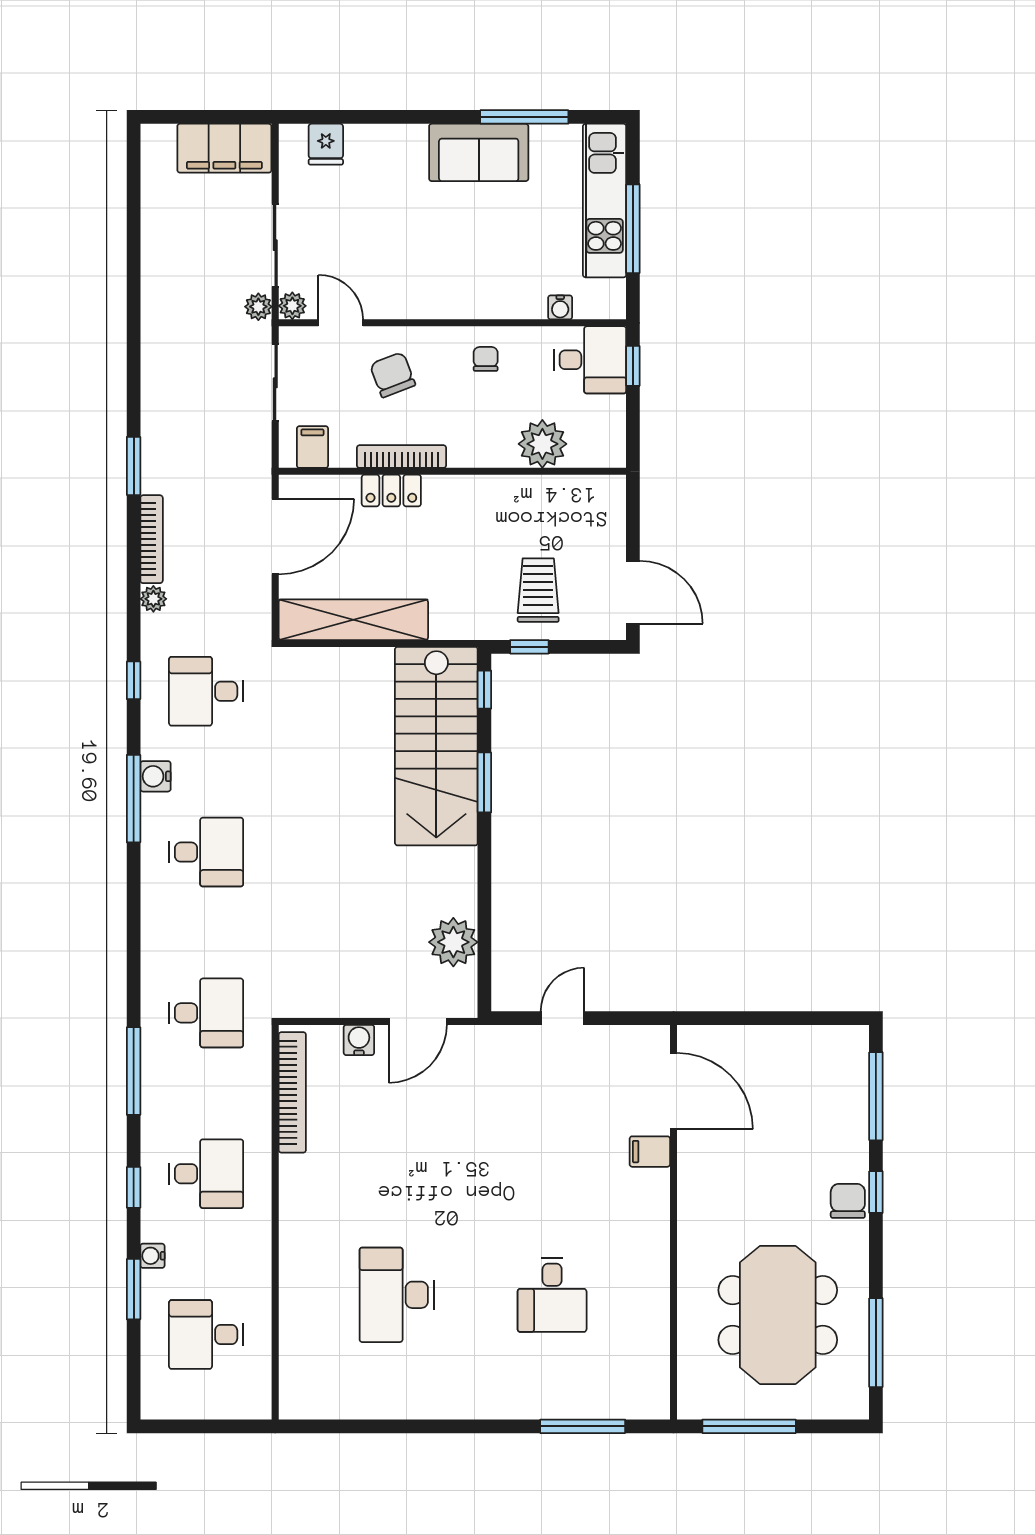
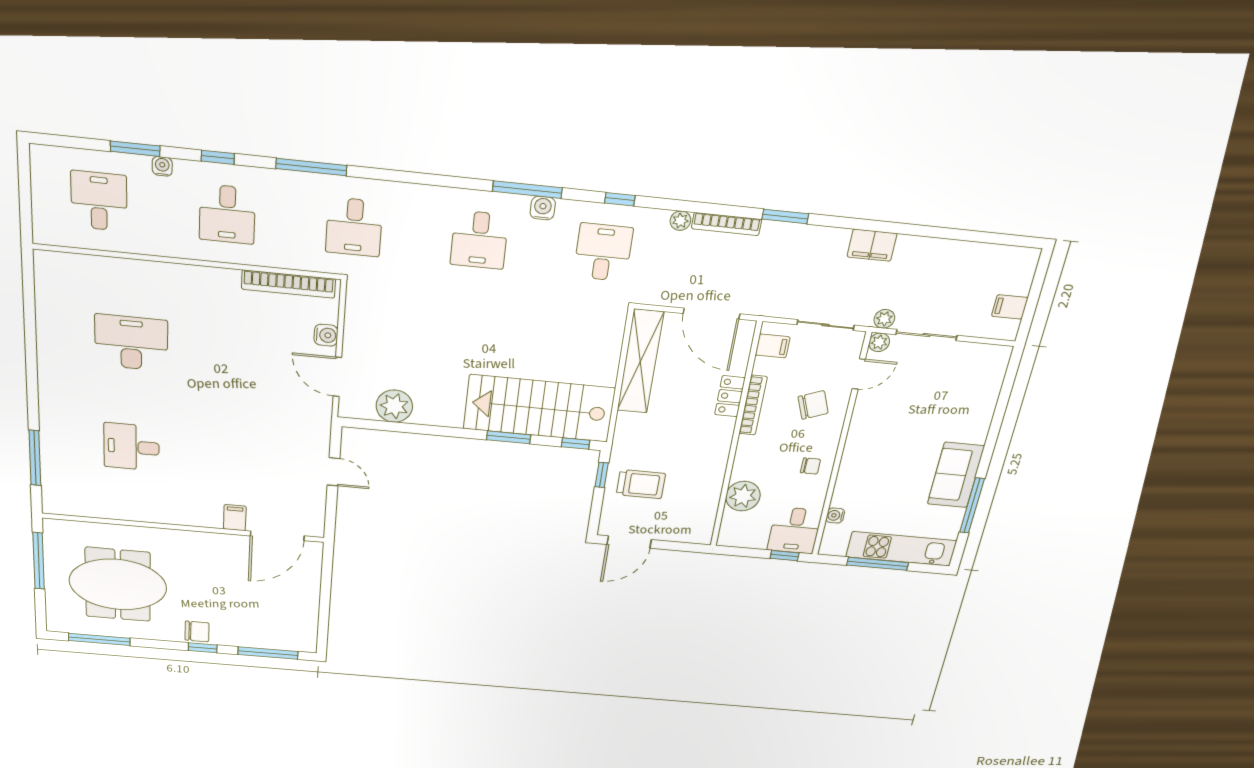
fridge: (326, 144) -> (990, 377), removed
filing cabinet: (224, 148) -> (1010, 307), width x0.33, depth x0.86
filing cabinet: (160, 346) -> (872, 245), added

